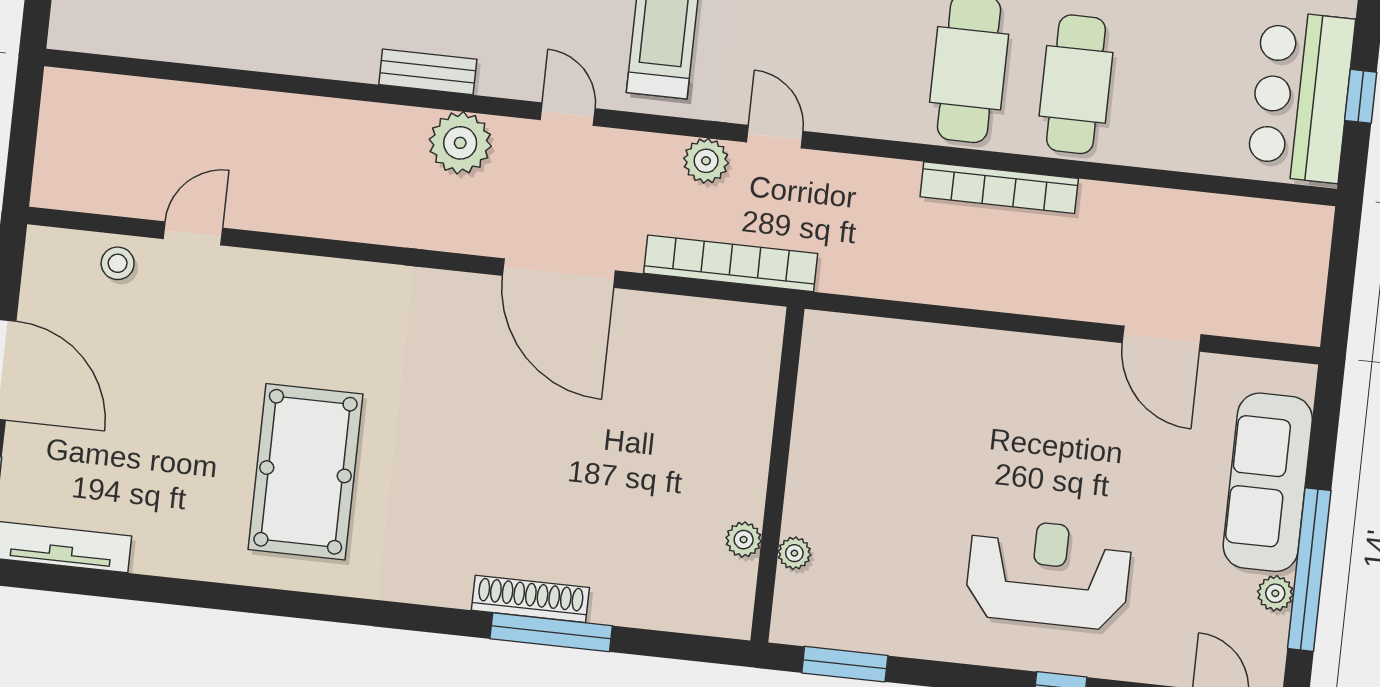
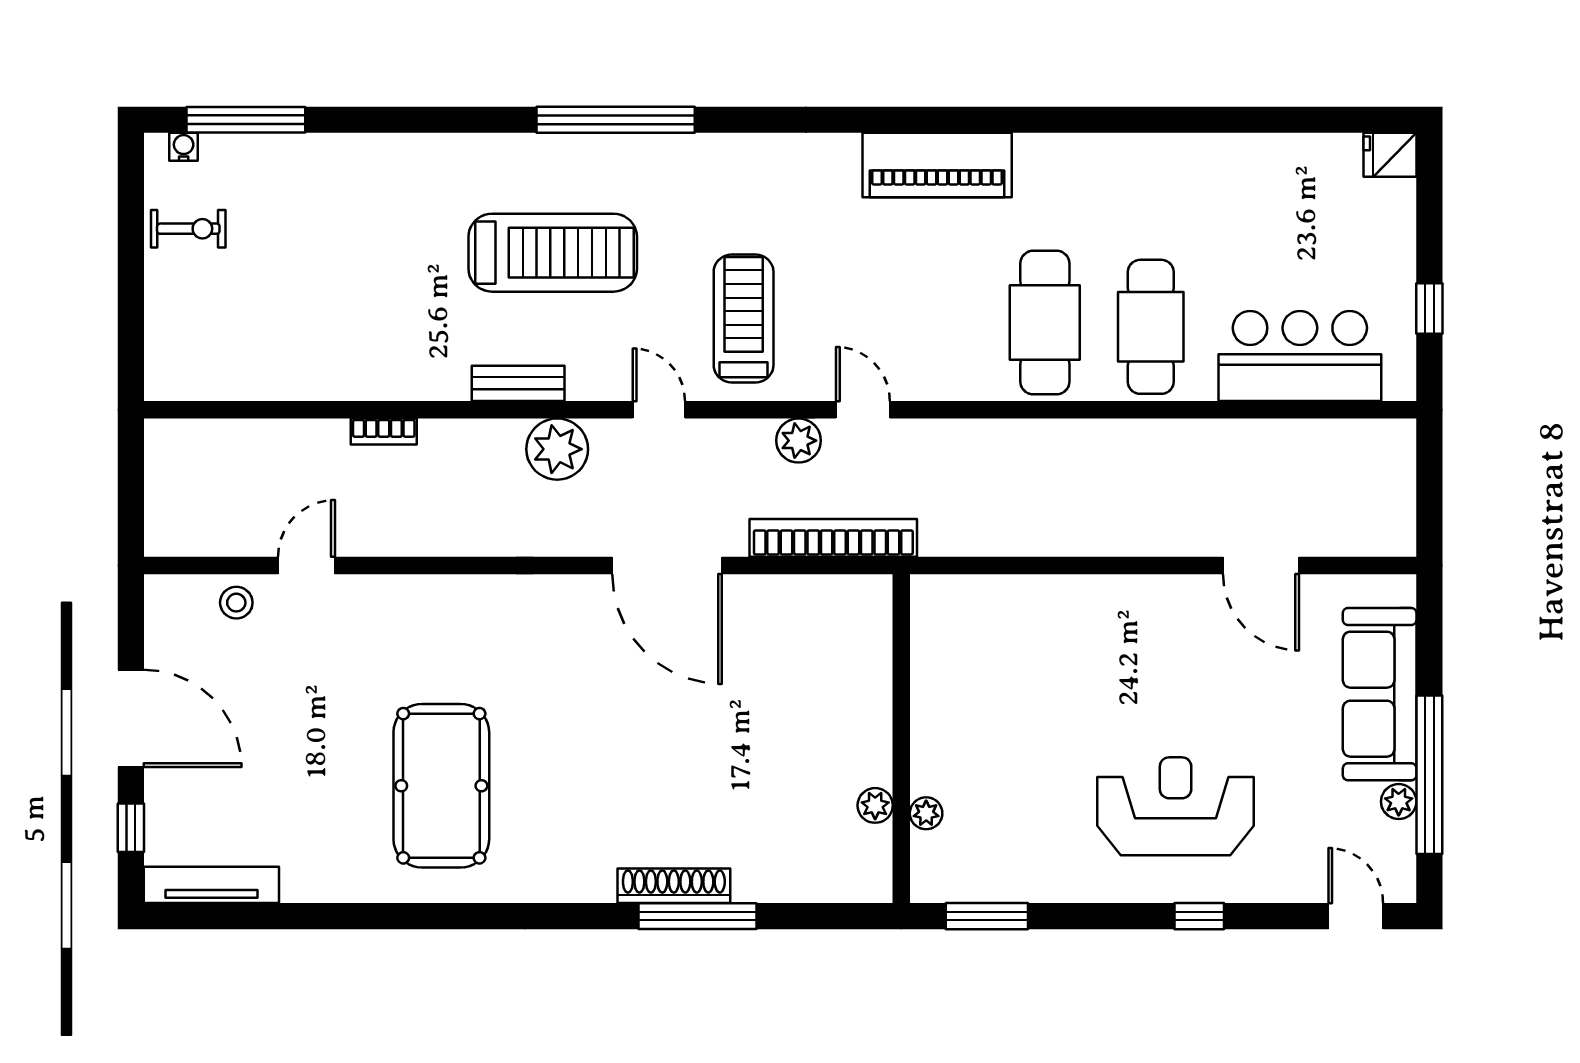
bar counter: (1301, 97) -> (1300, 356), moved, turned 90
bookcase: (999, 188) -> (384, 432), moved, width x0.43, depth x0.76

